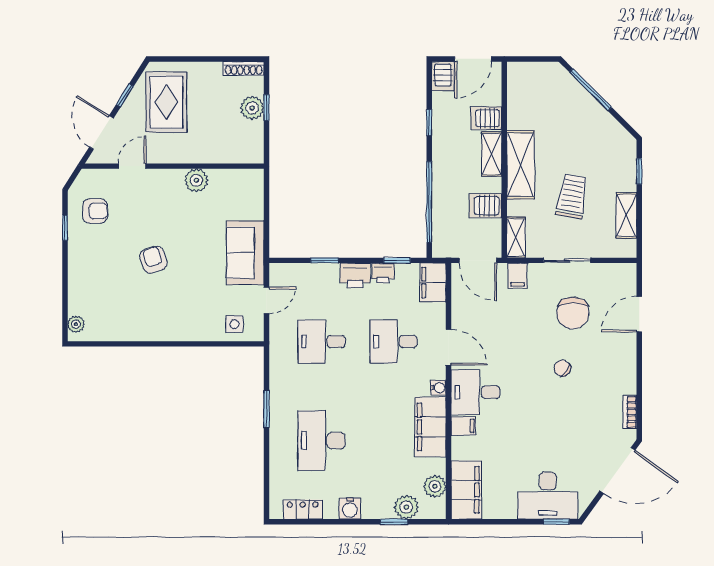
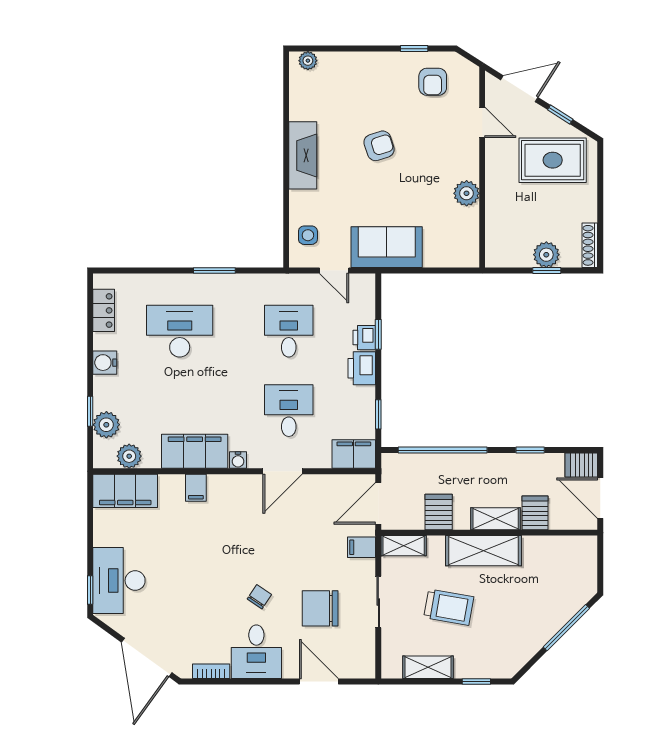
printer: (383, 273) -> (364, 338), moved
fireplace: (162, 329) -> (303, 155), added
desk: (476, 392) -> (256, 652), moved, turned 180

